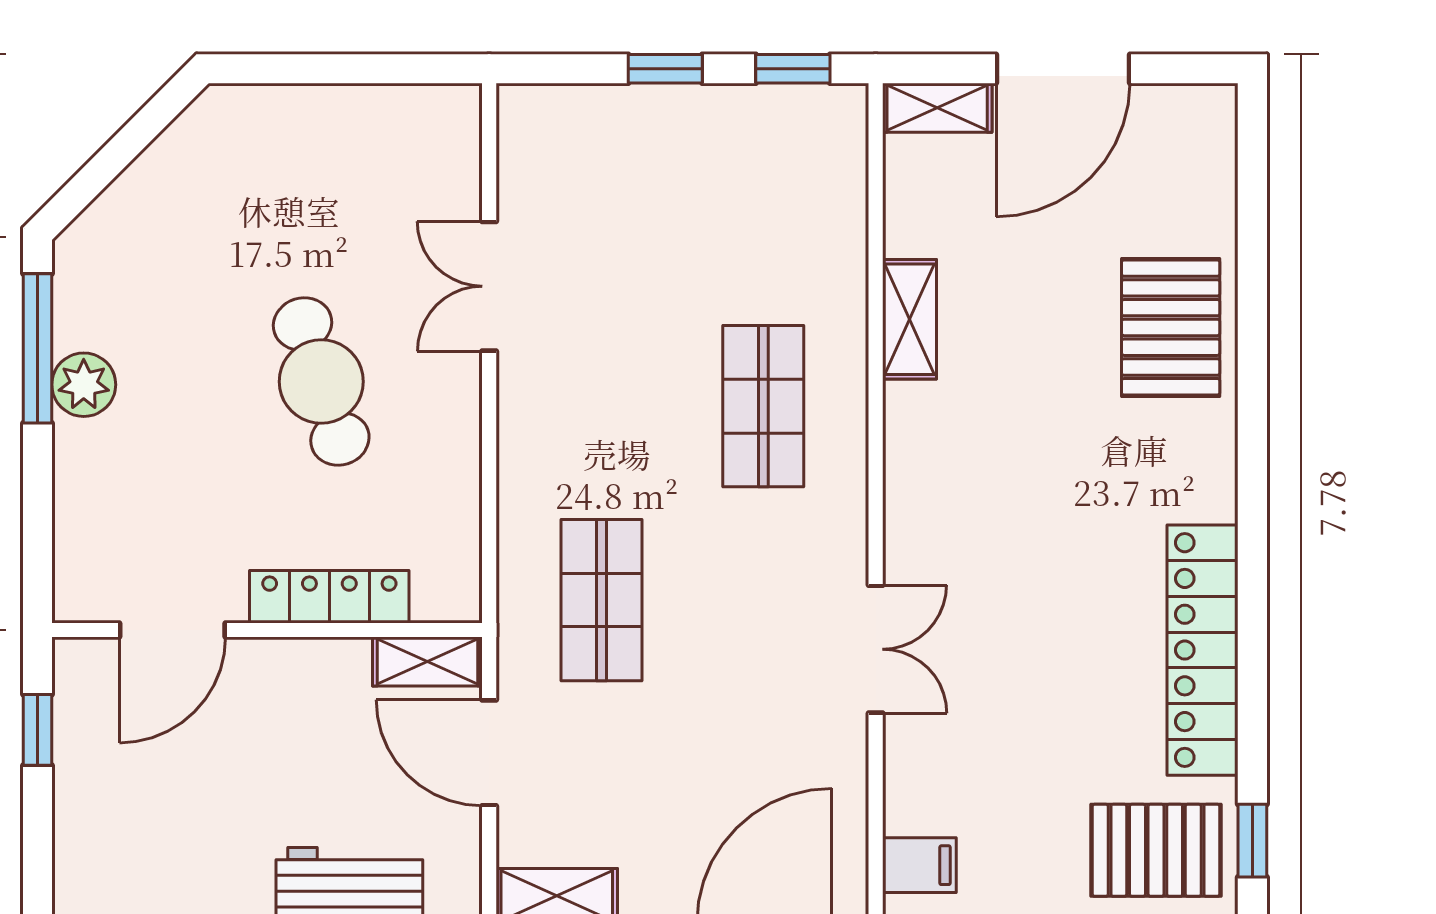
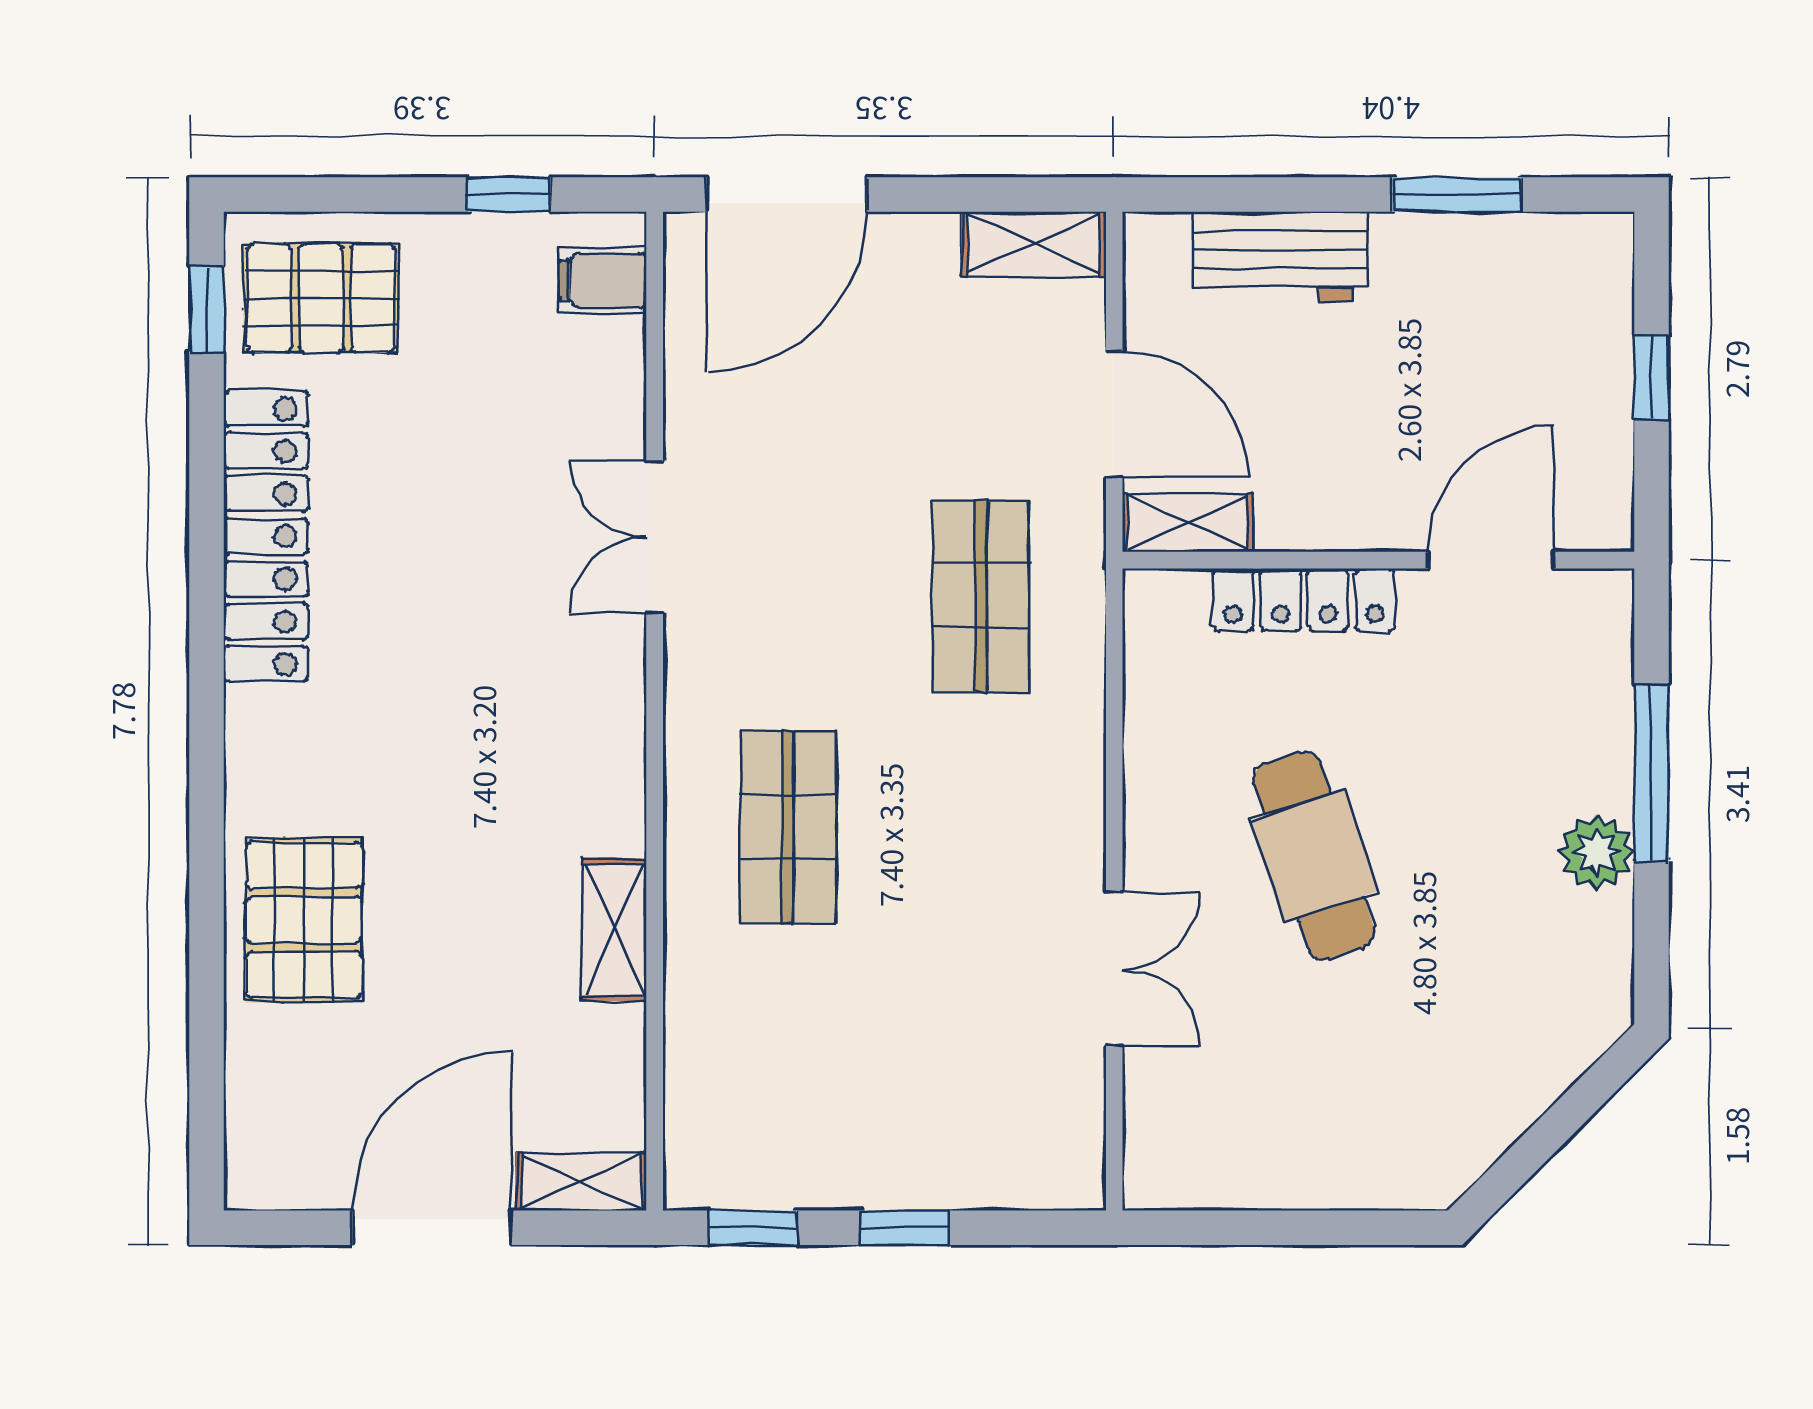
window: (37, 348) -> (1651, 773), moved
window: (37, 730) -> (1651, 377), moved

